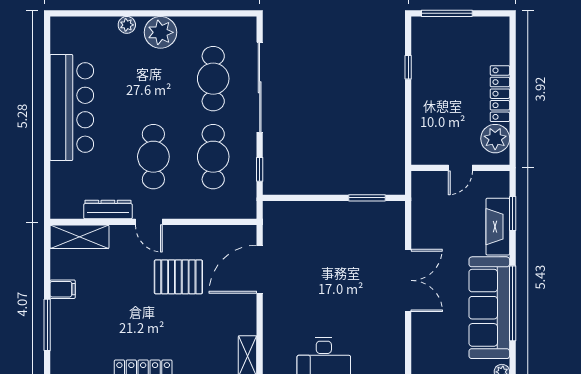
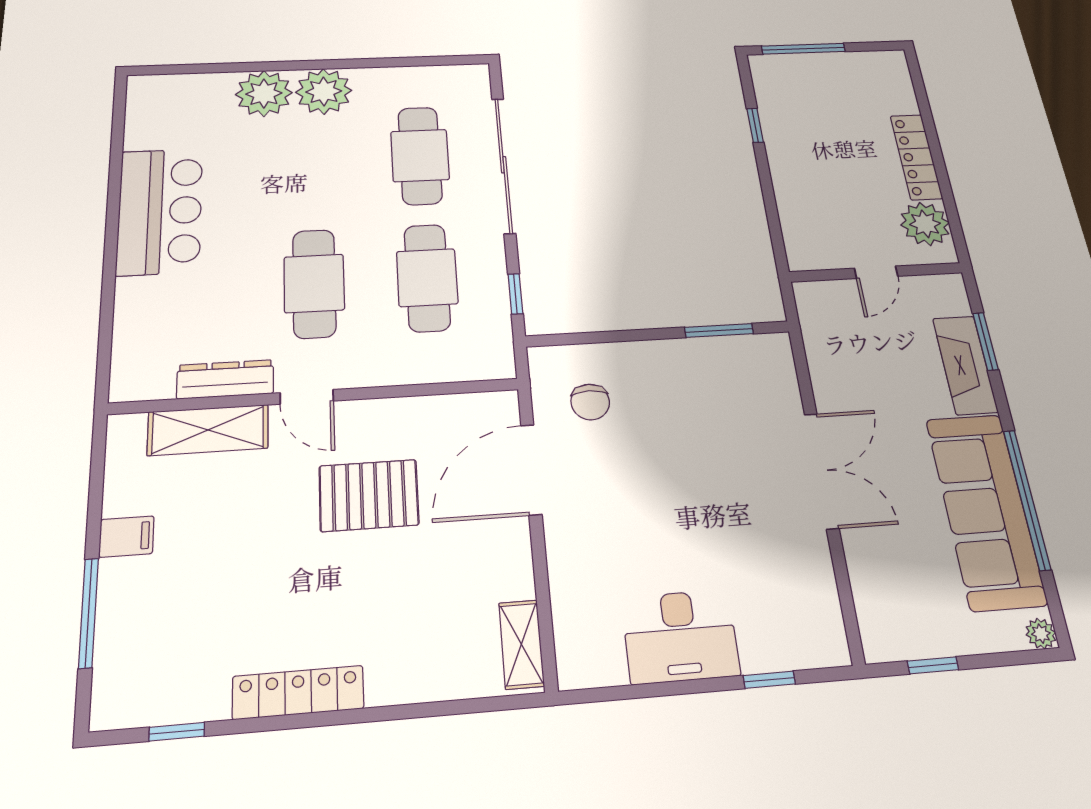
plant: (127, 25) -> (264, 94), width x1.87, depth x1.87
bar counter: (72, 108) -> (160, 211), width x0.73
chair: (293, 235) -> (590, 402), added
shelving: (79, 237) -> (208, 430), moved

